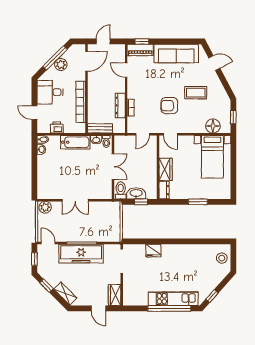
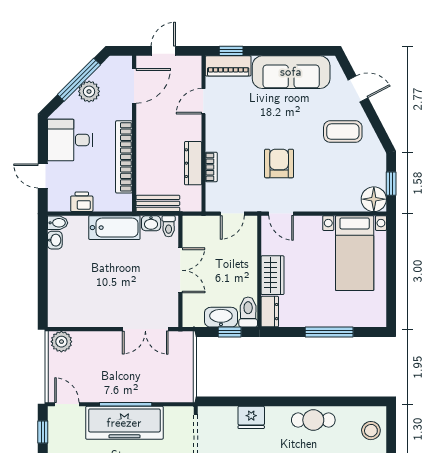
door: (126, 70) -> (203, 101), hinge flipped
coffee table: (196, 93) -> (343, 132), moved
armchair: (169, 106) -> (279, 163), turned 90
floor lamp: (213, 126) -> (374, 199), moved
toilet: (121, 190) -> (248, 312), moved
double door: (75, 200) -> (145, 329), moved
window: (198, 202) -> (329, 332), width x1.44
cafe table: (189, 252) -> (313, 420), added

